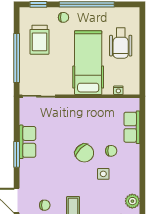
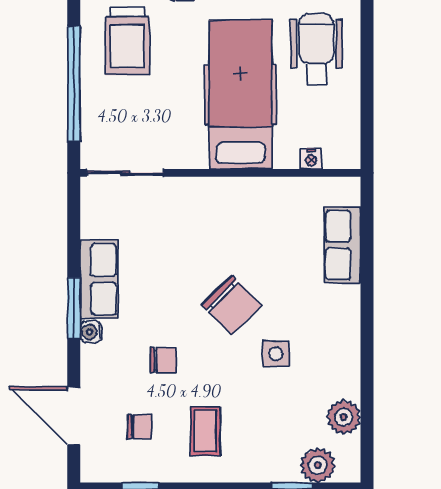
wheelchair: (121, 43) -> (316, 49), turned 180
chair: (111, 151) -> (163, 360), moved
water cooler: (24, 164) -> (91, 332), added

